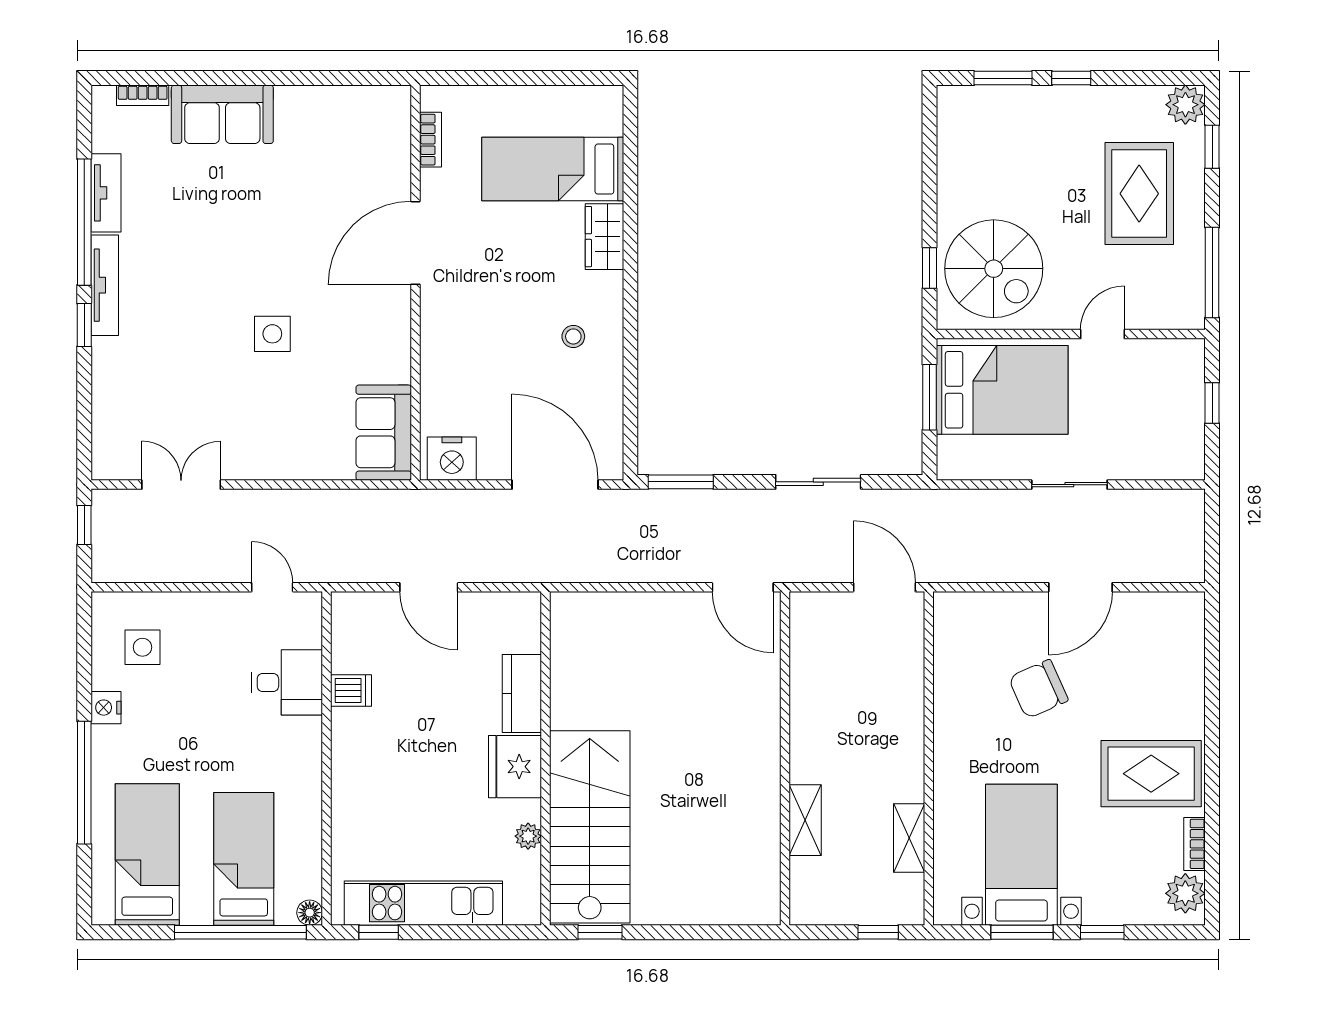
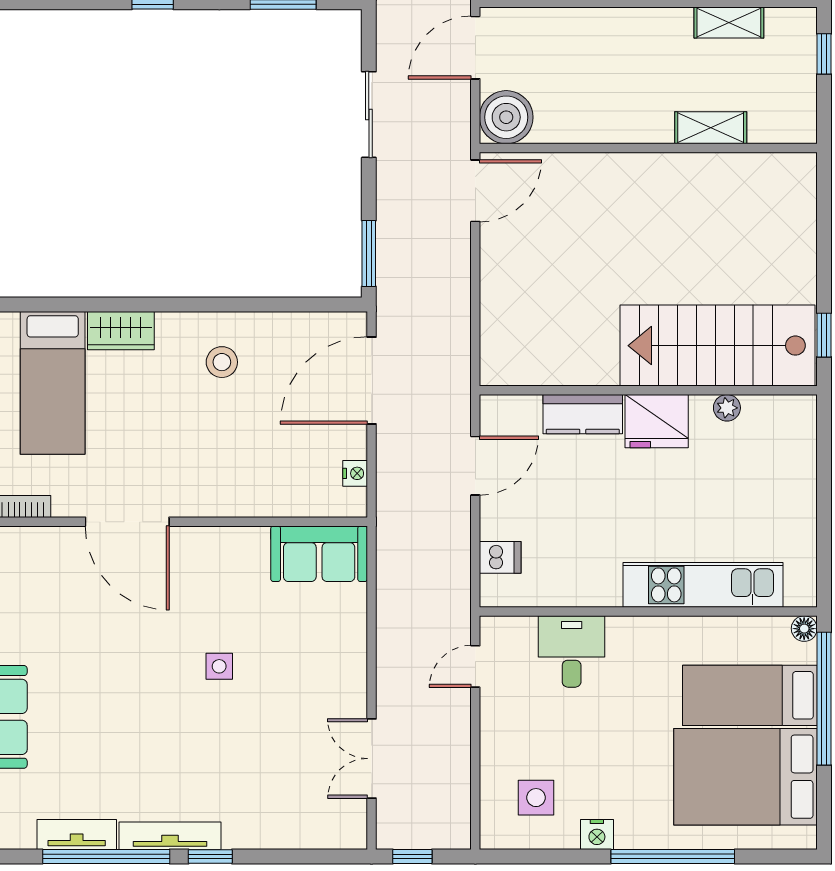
side table: (272, 334) -> (219, 666), width x0.73, depth x0.73
stool: (573, 336) -> (222, 362), width x1.37, depth x1.37
nightstand: (452, 459) -> (355, 473), width x0.53, depth x0.56
door: (429, 587) -> (475, 466), moved
boiler: (816, 618) -> (506, 117), added
dishwasher: (351, 690) -> (500, 557), moved, turned 90
bed: (147, 854) -> (745, 777), width x1.50
kitchen unit: (423, 903) -> (703, 585), moved, turned 90
window: (379, 932) -> (824, 559), removed

